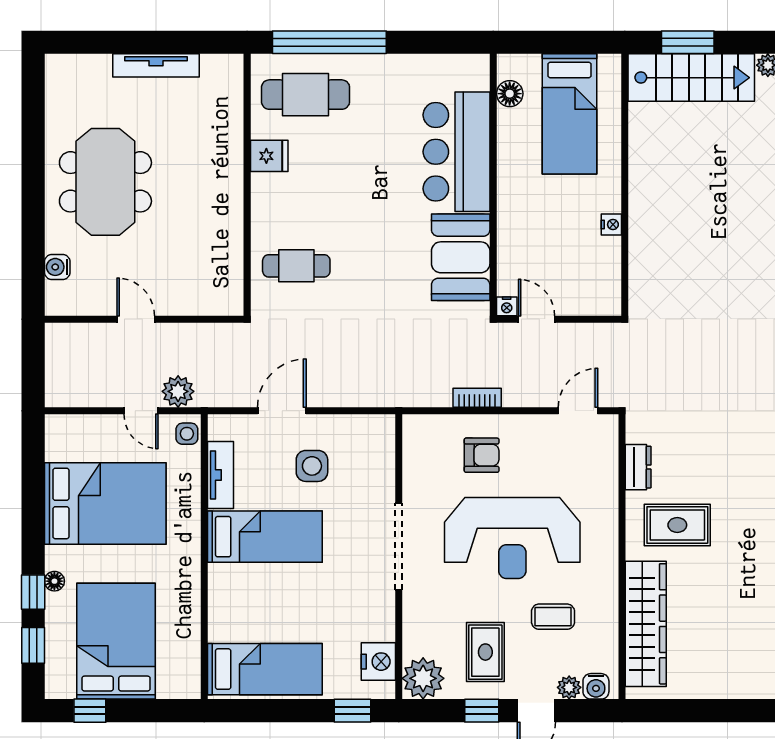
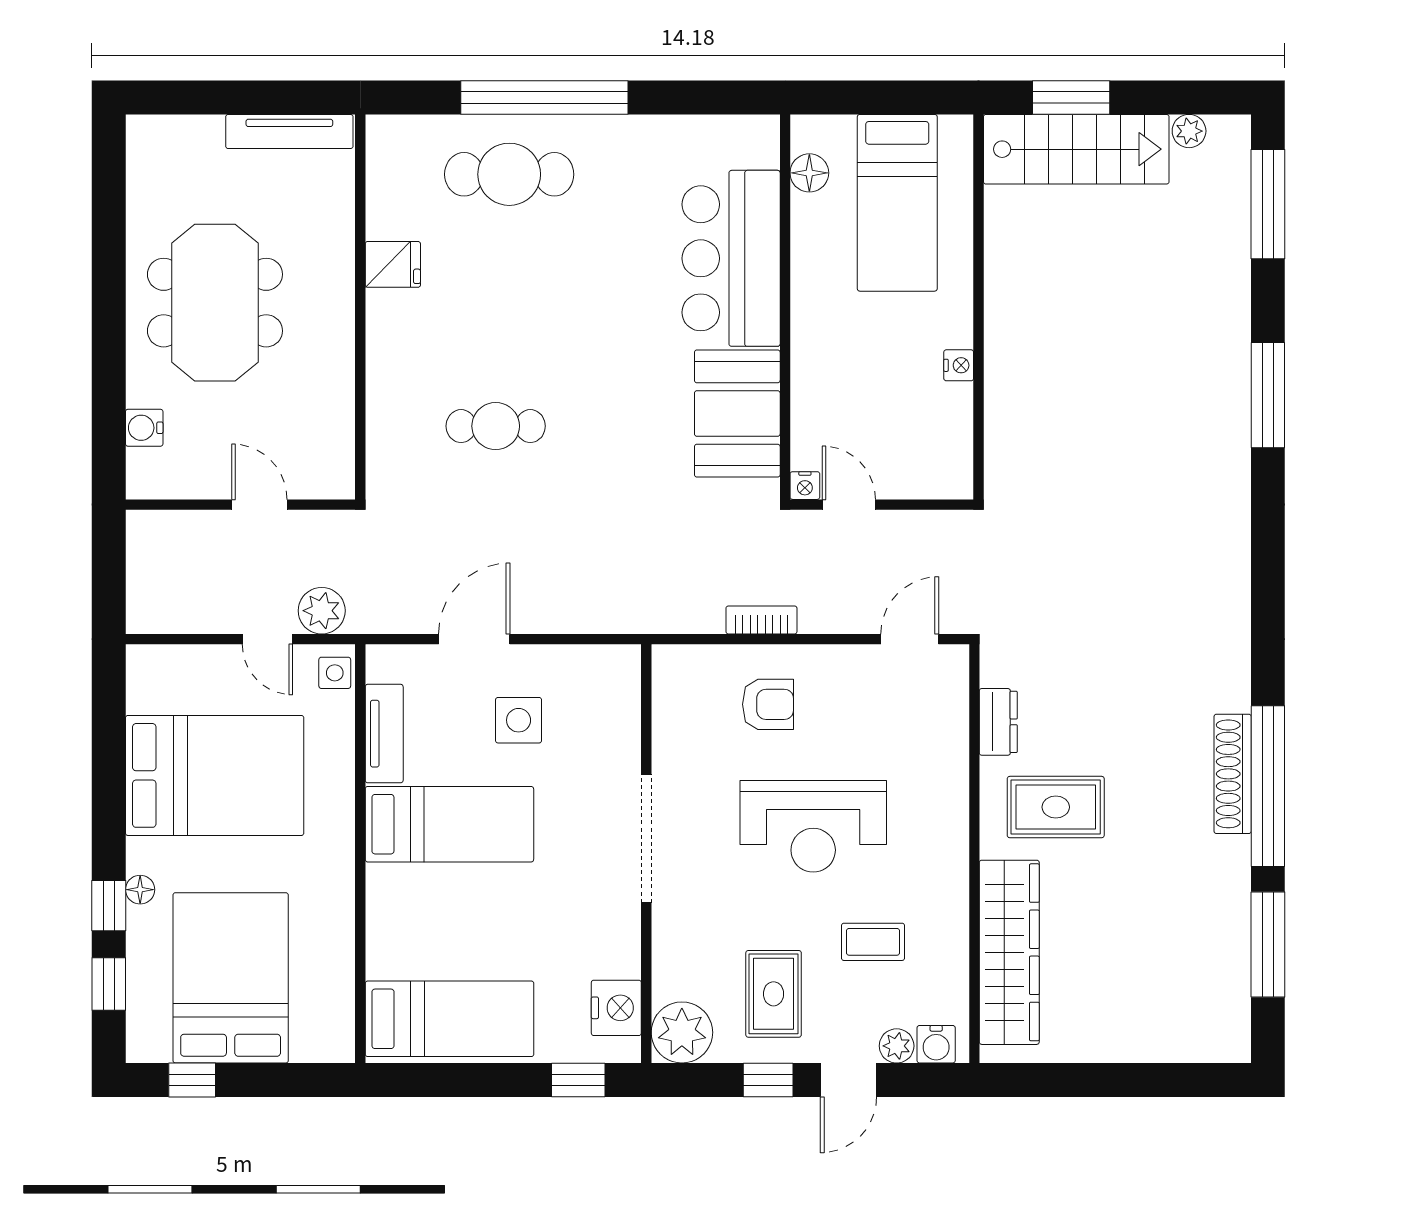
fridge: (269, 156) -> (393, 264), moved
wall: (247, 185) -> (360, 307), moved
reception desk: (512, 538) -> (813, 826), width x0.74, depth x0.77

